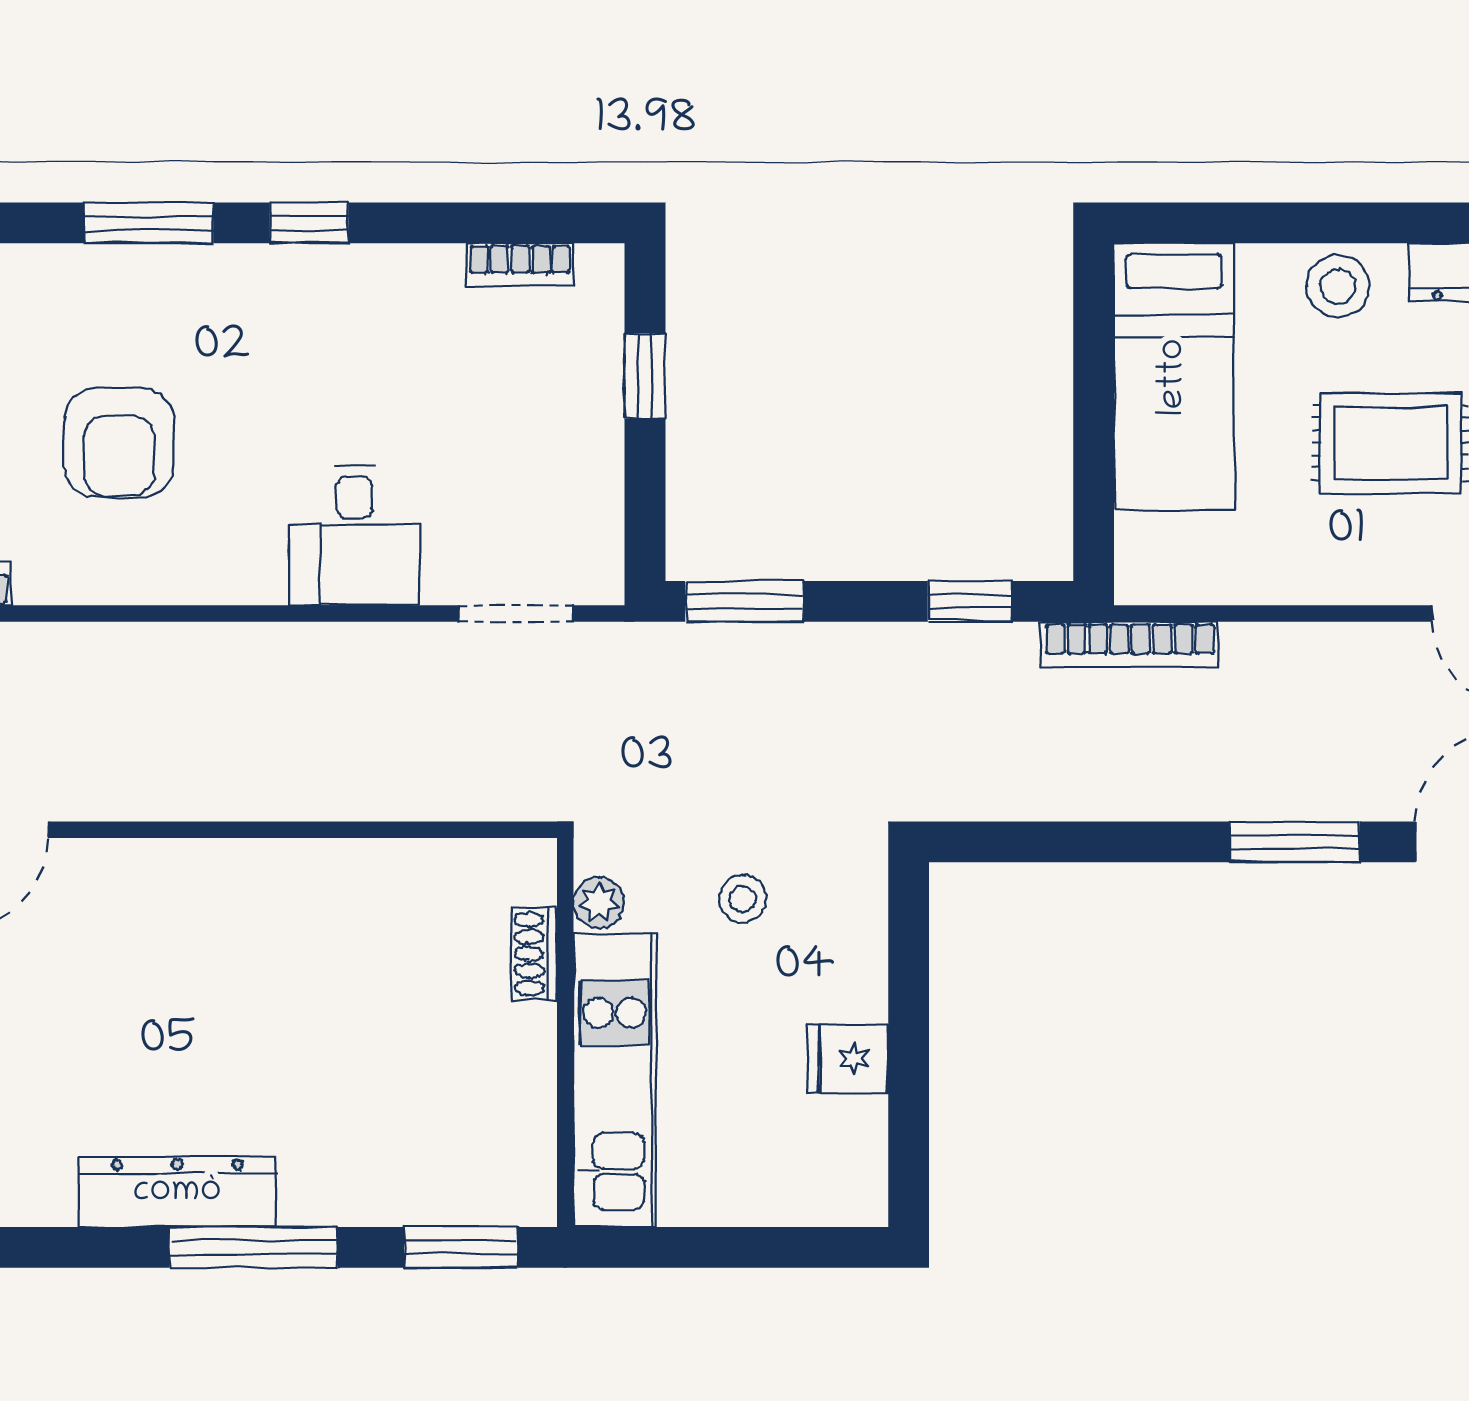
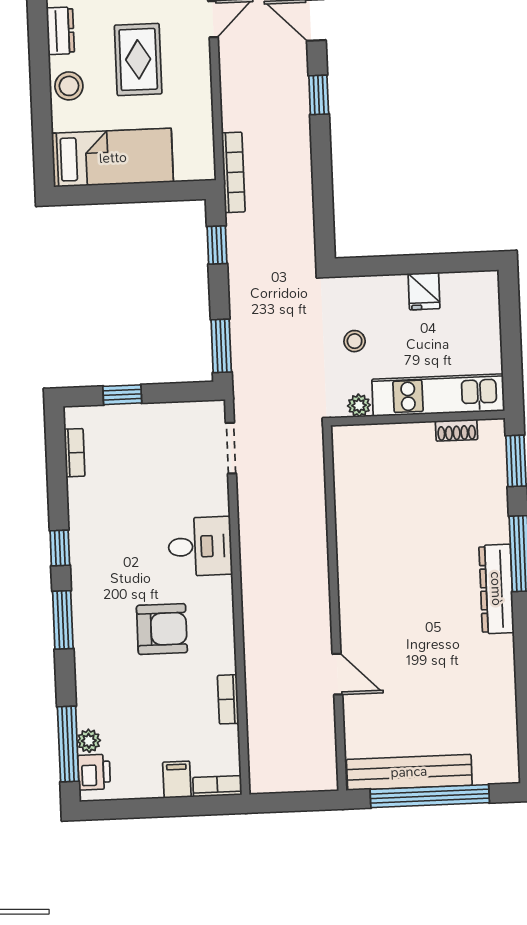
desk: (354, 535) -> (200, 546), moved
window: (1295, 842) -> (319, 95), width x0.67
shoe rack: (535, 954) -> (457, 430), moved

